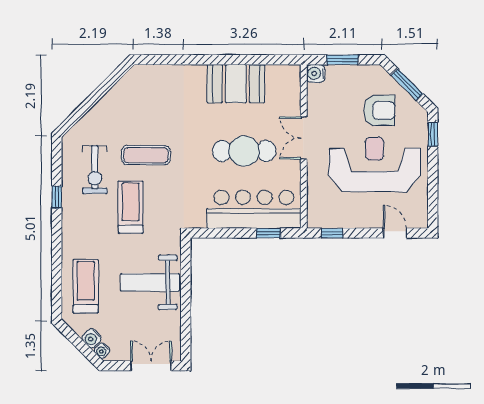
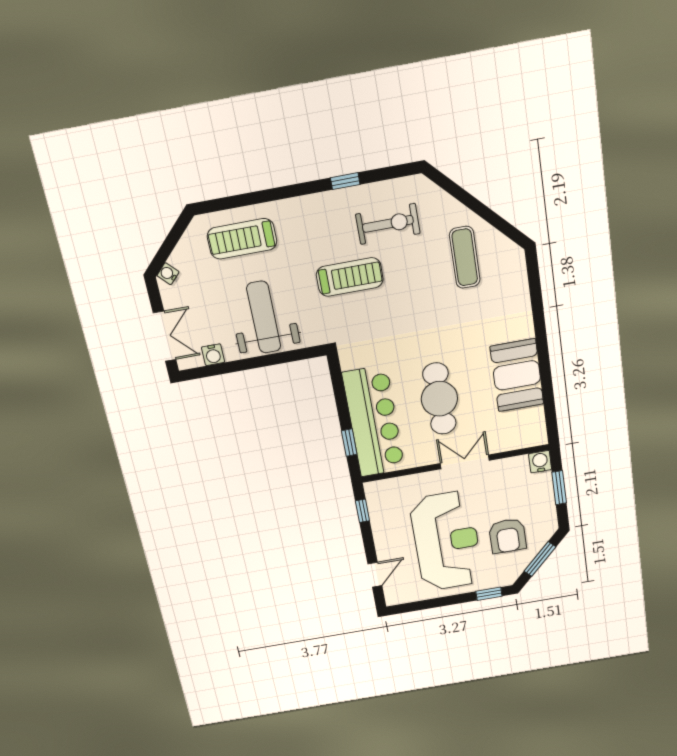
exercise mat: (146, 155) -> (465, 257), moved
exercise bike: (95, 170) -> (388, 224), turned 180
treadmill: (86, 286) -> (242, 239), turned 180
water cooler: (92, 338) -> (213, 355), moved, turned -135

